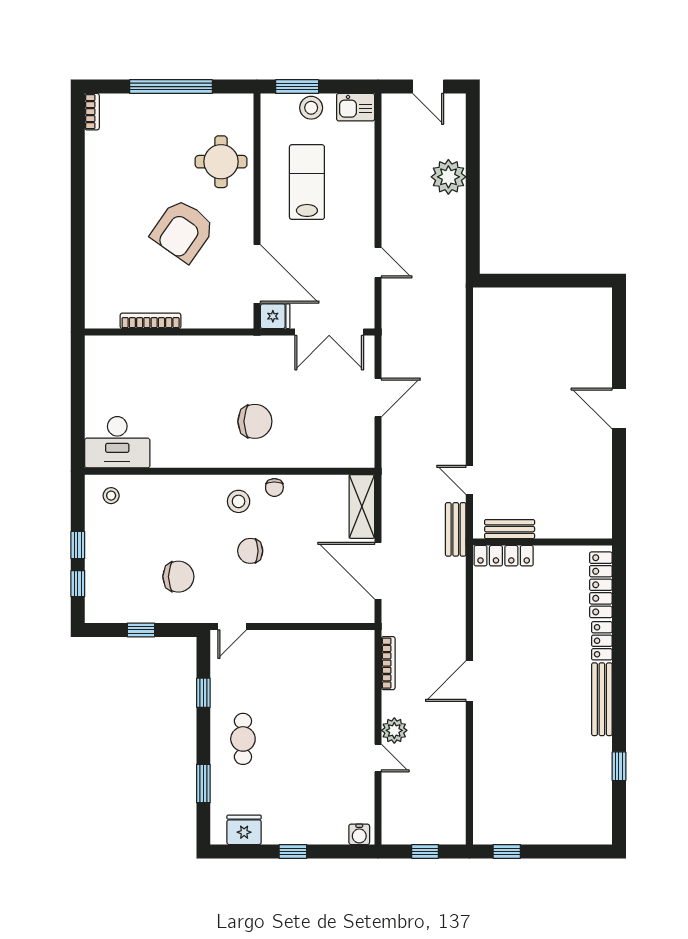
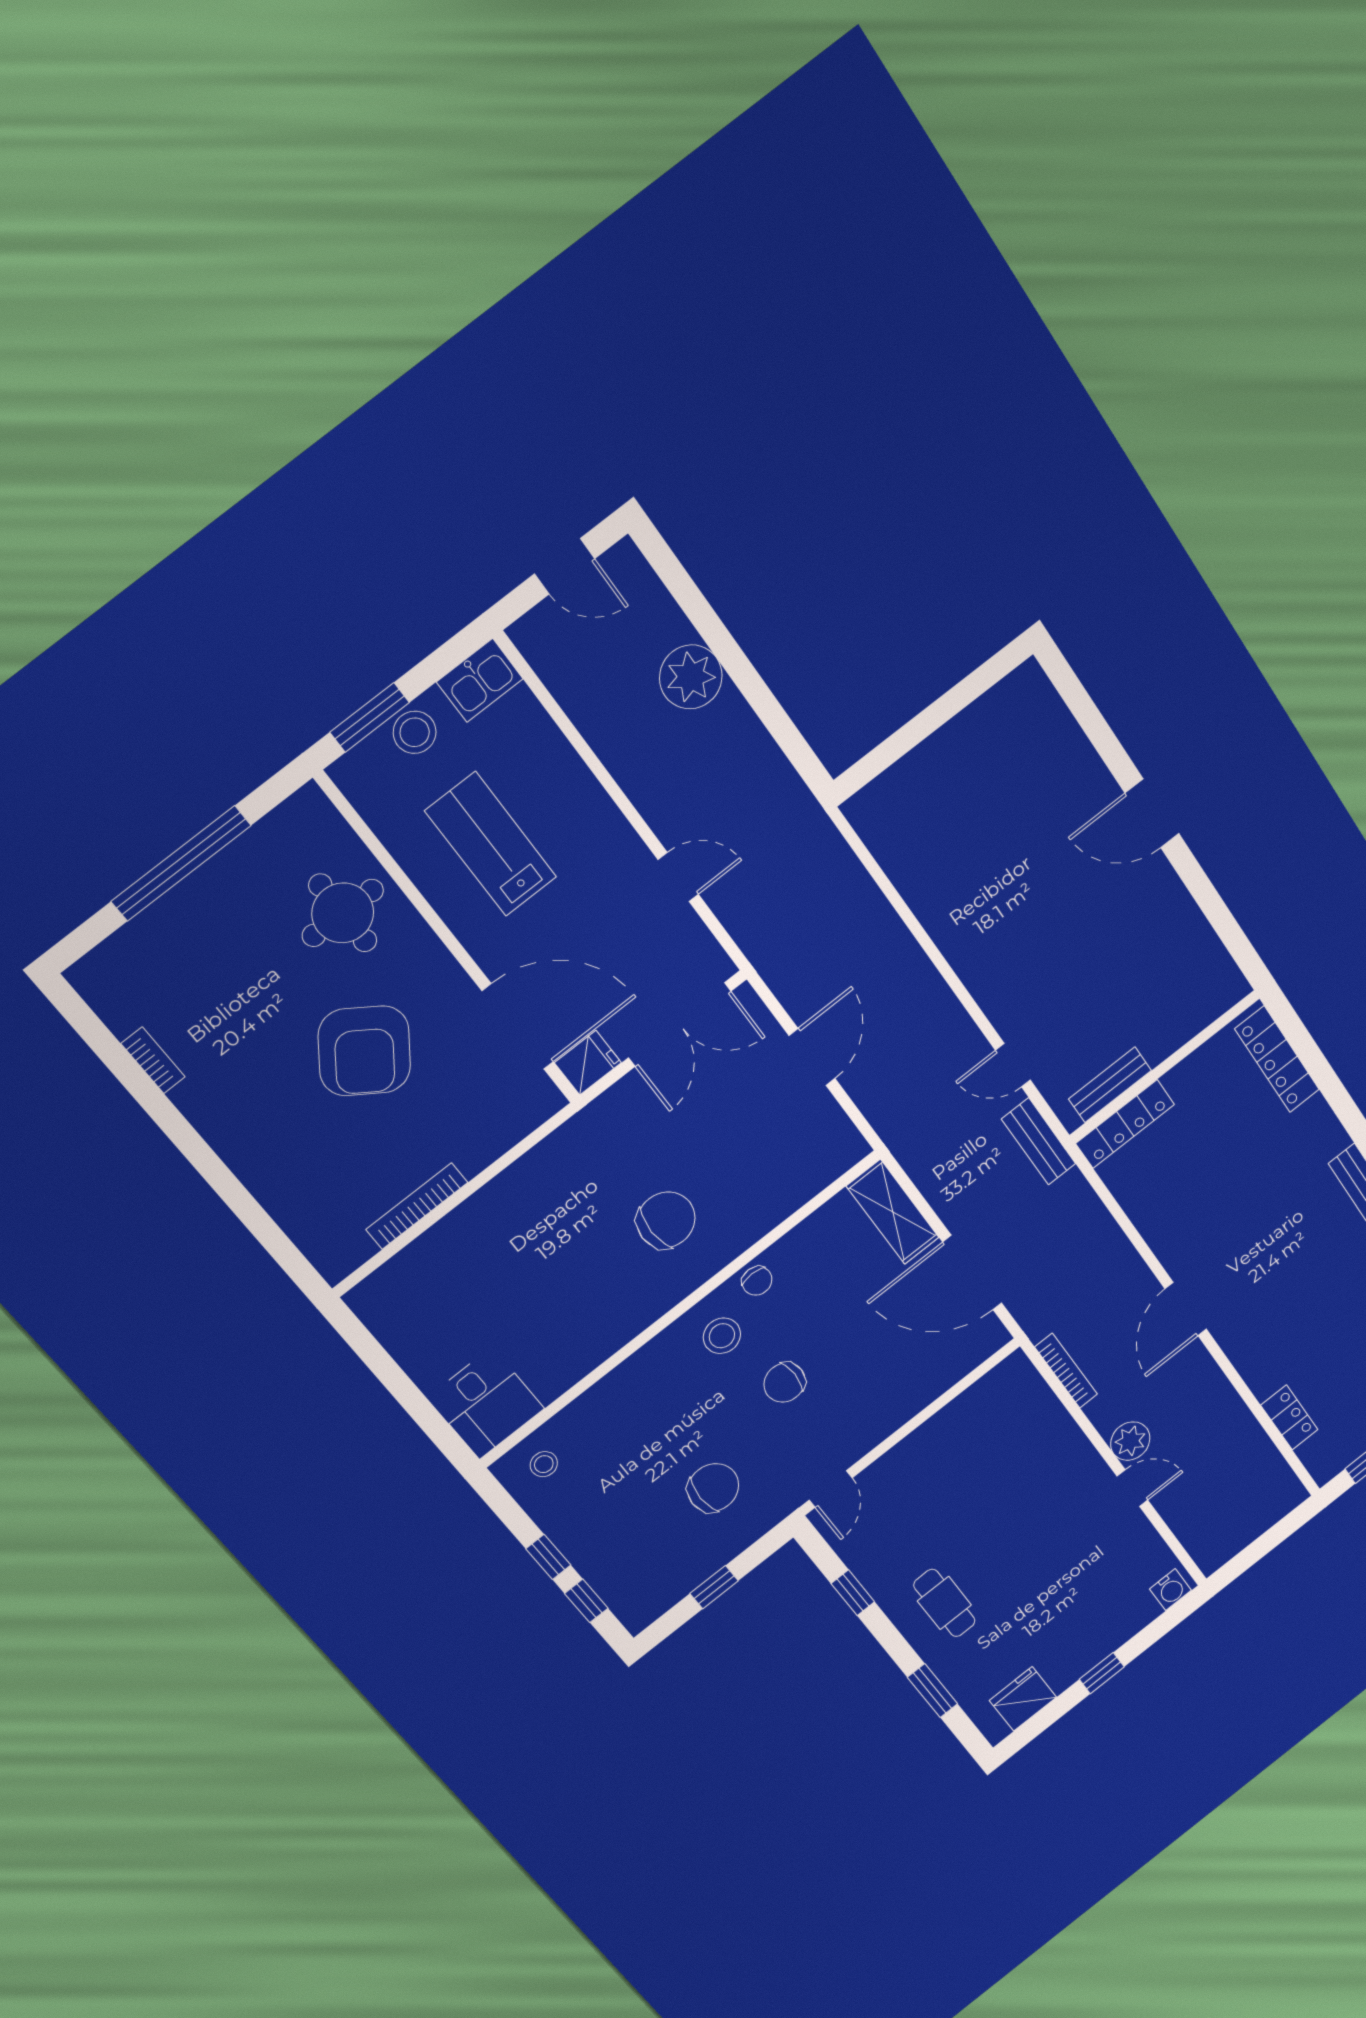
bookcase: (92, 112) -> (153, 1060), moved
desk: (117, 442) -> (486, 1403), width x0.73
locker: (602, 641) -> (1289, 1417), moved, turned 180
window: (425, 851) -> (1266, 1543), removed

